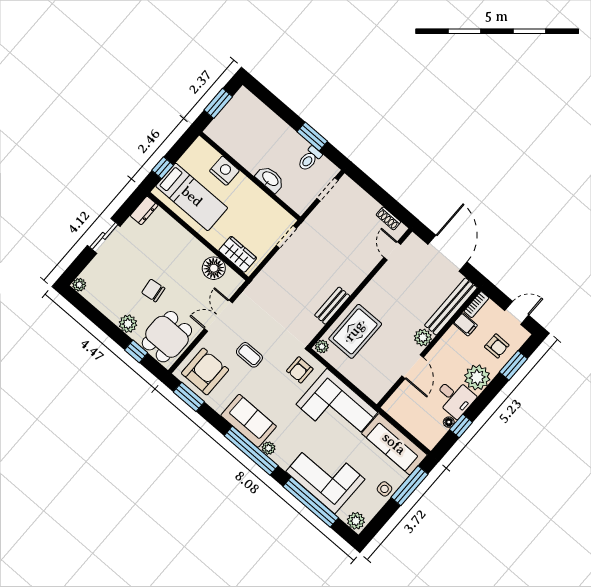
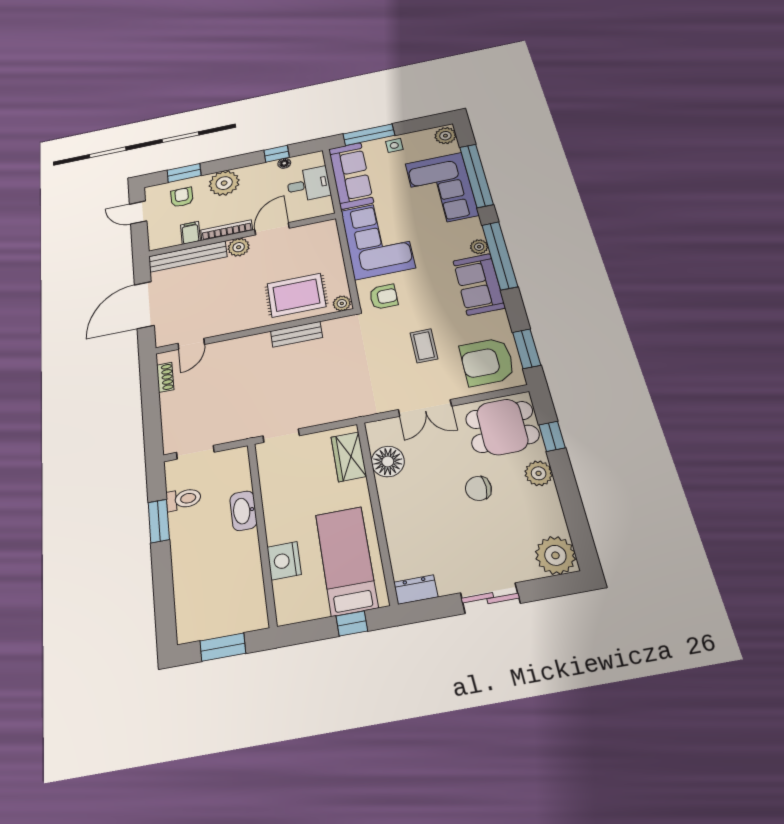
plant: (79, 285) -> (555, 555), width x1.88, depth x1.88
chair: (153, 290) -> (478, 488), turned 97
bookcase: (476, 305) -> (227, 230), moved, width x1.56
desk: (455, 398) -> (309, 184), moved, turned 90

